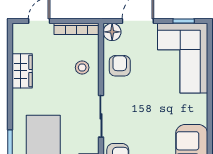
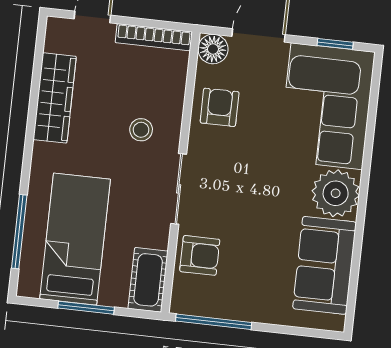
stool: (82, 68) -> (141, 130), moved
wardrobe: (22, 71) -> (55, 98), width x1.50
plant: (194, 109) -> (336, 193), added

